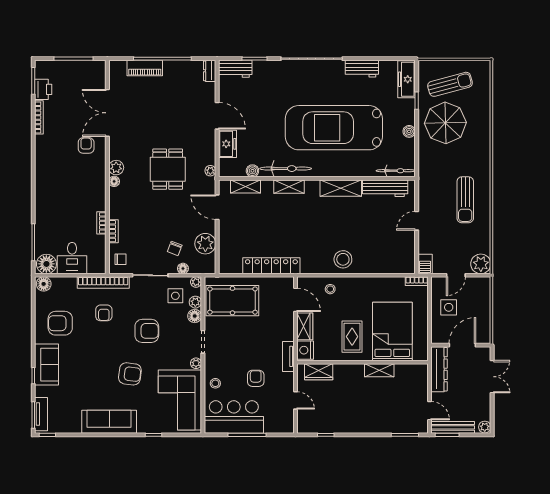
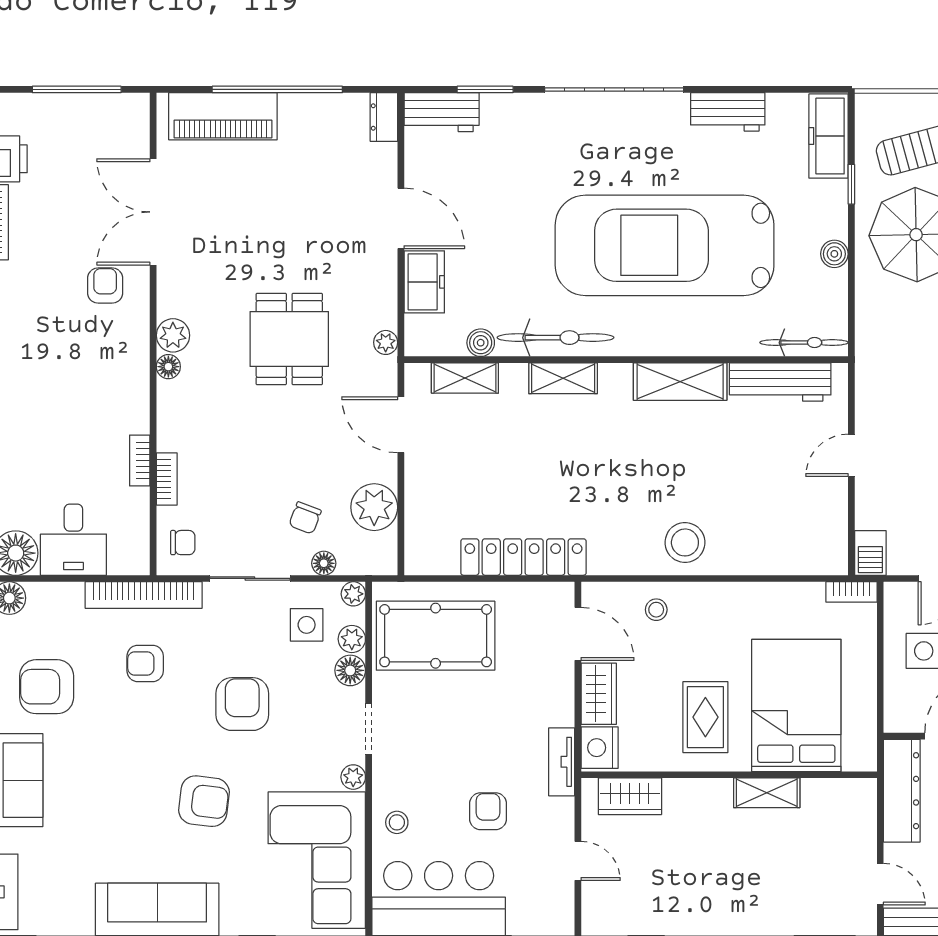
piano: (145, 68) -> (223, 116), width x1.37, depth x1.33
armchair: (104, 313) -> (145, 663), turned 90
armchair: (147, 331) -> (242, 704), turned -90

